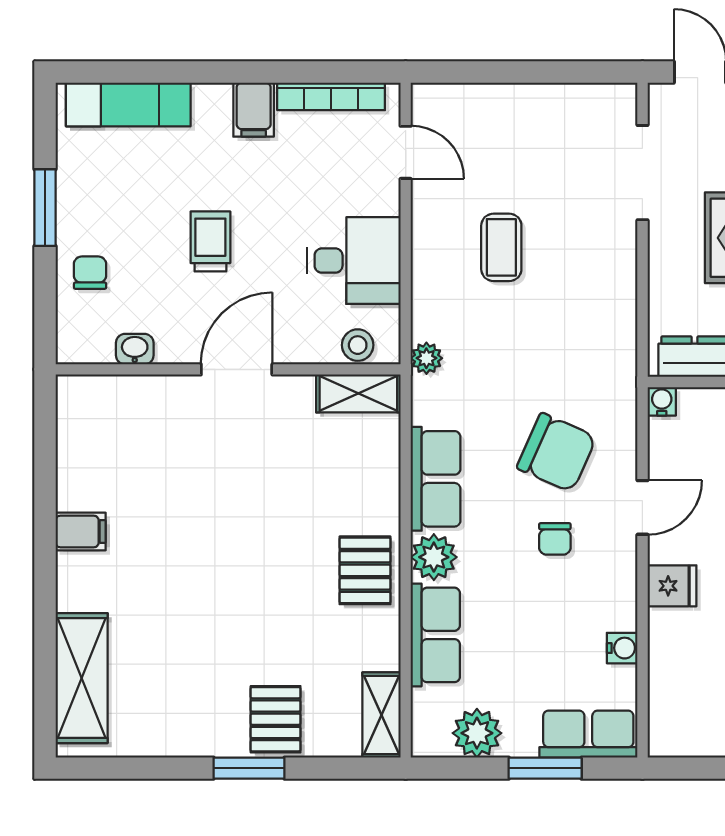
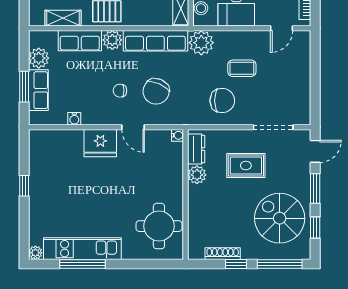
chair: (579, 294) -> (222, 101), added
plant: (426, 358) -> (201, 43), width x1.87, depth x1.87
row of seats: (436, 479) -> (155, 41), width x1.48
fridge: (672, 586) -> (100, 143), width x1.88, depth x1.34
shelving: (381, 715) -> (63, 18), moved
row of seats: (588, 734) -> (38, 90), moved

